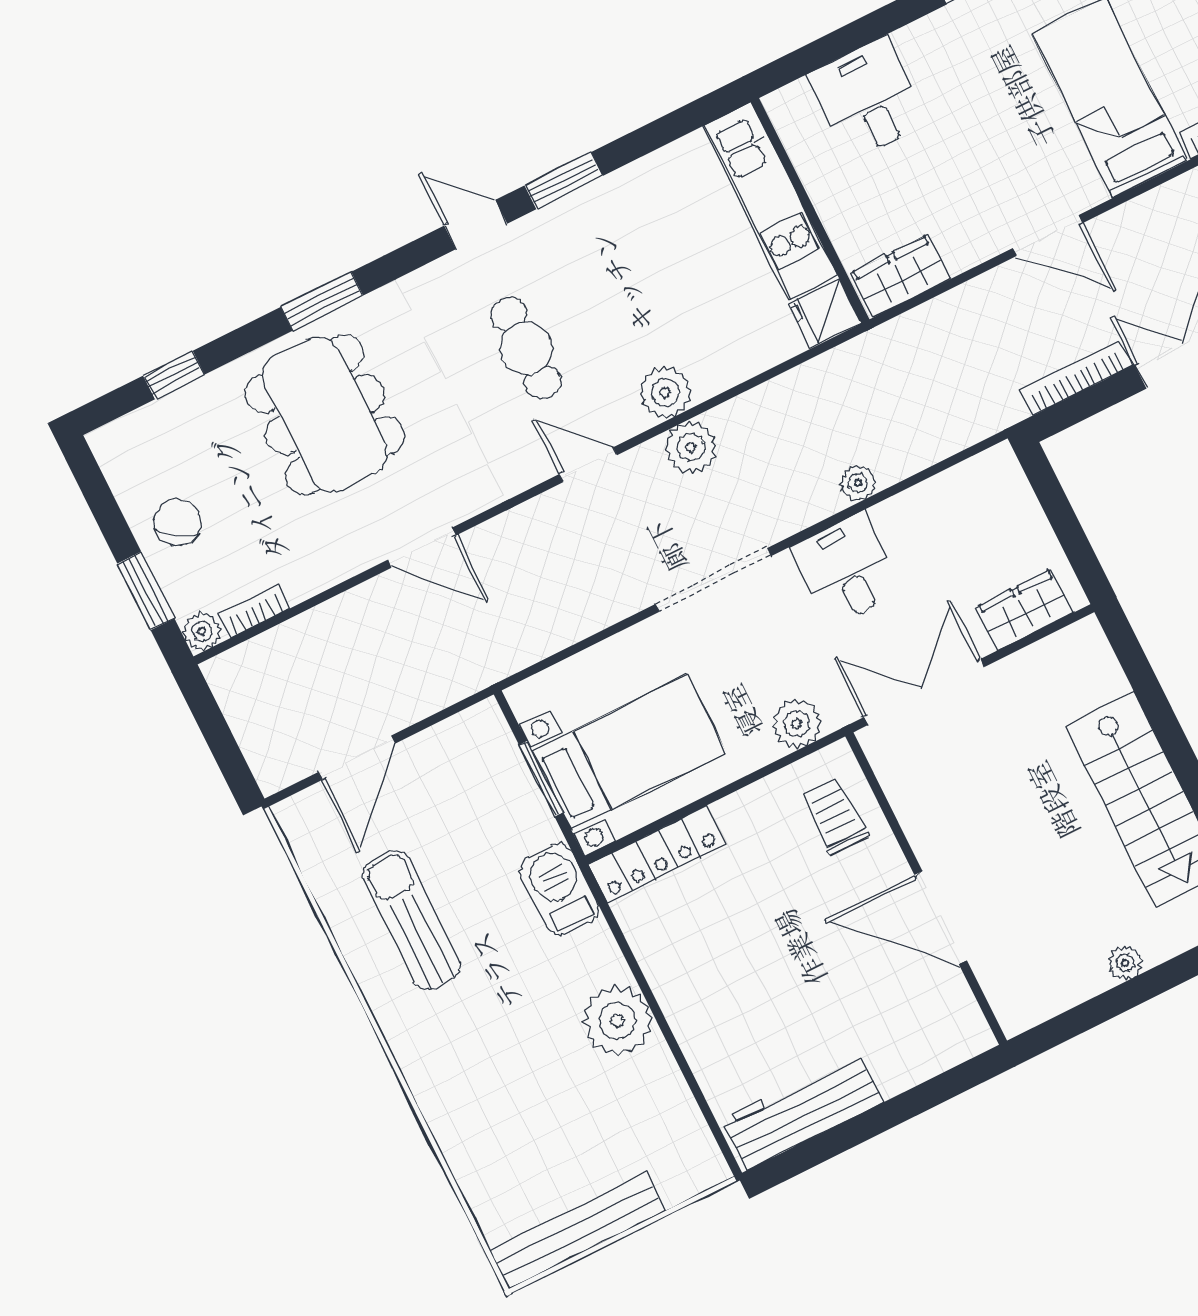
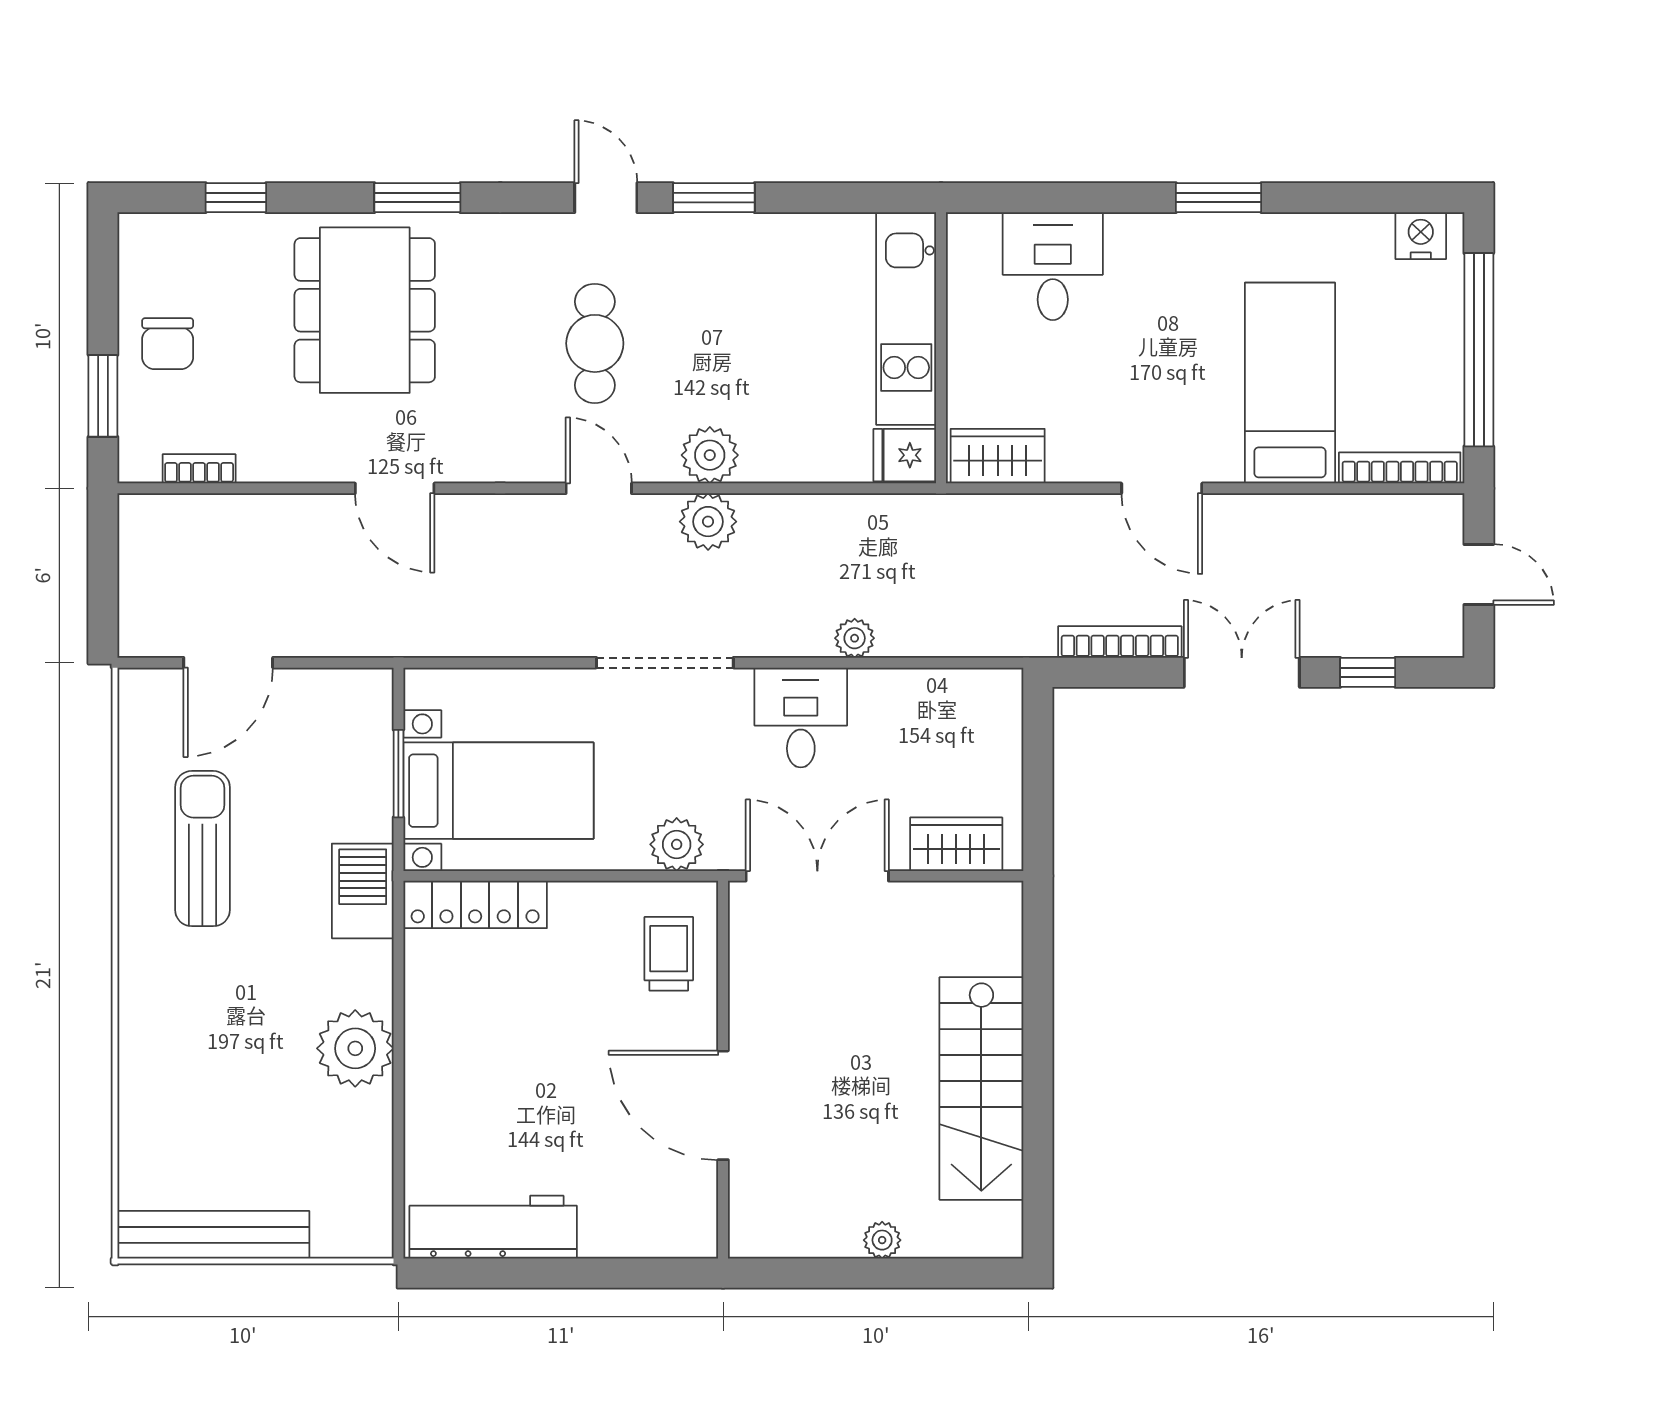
chair: (178, 522) -> (168, 344), turned 148
plant: (202, 631) -> (138, 463), removed

